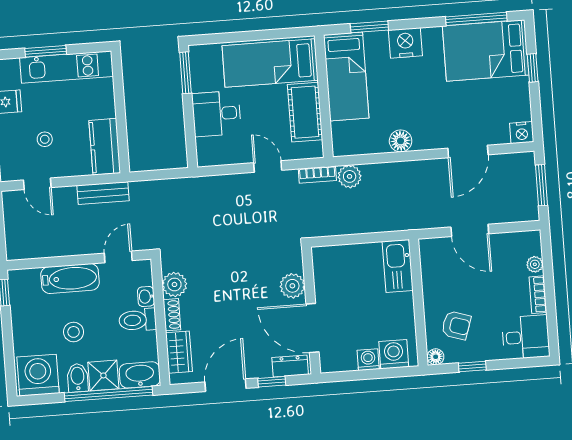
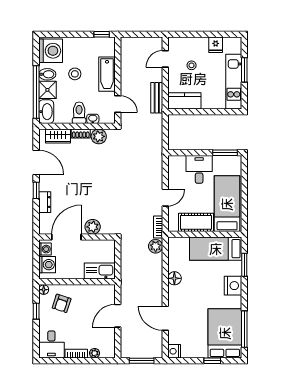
plant: (292, 286) -> (93, 227), moved
wall: (311, 311) -> (77, 237), moved
door: (313, 328) -> (66, 237), moved

